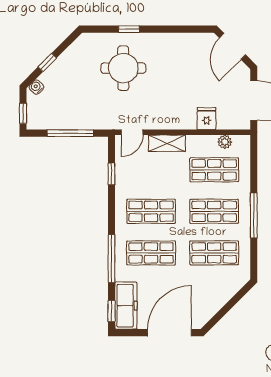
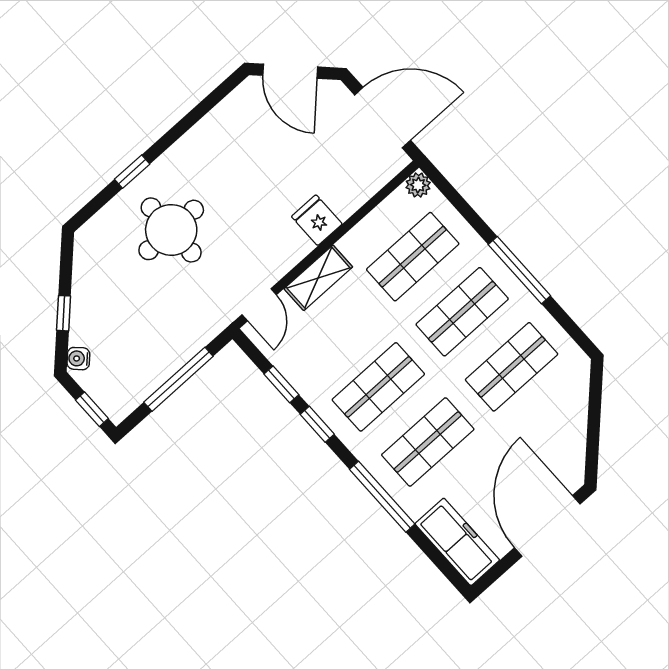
fridge: (206, 119) -> (317, 220), moved
plant: (225, 142) -> (418, 185), moved
window: (111, 311) -> (317, 424), moved

